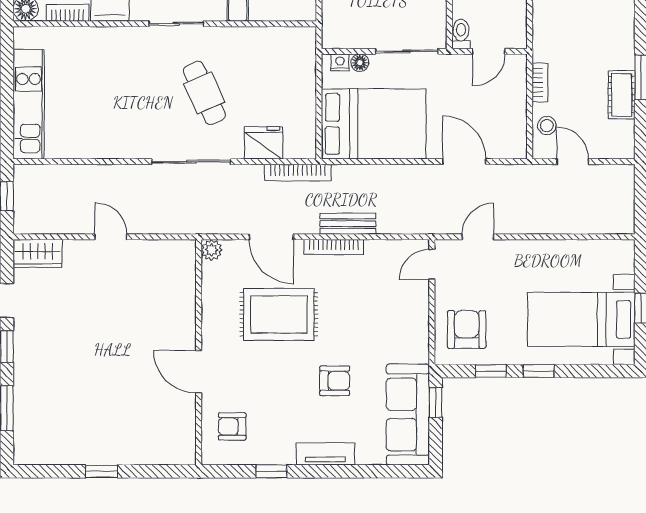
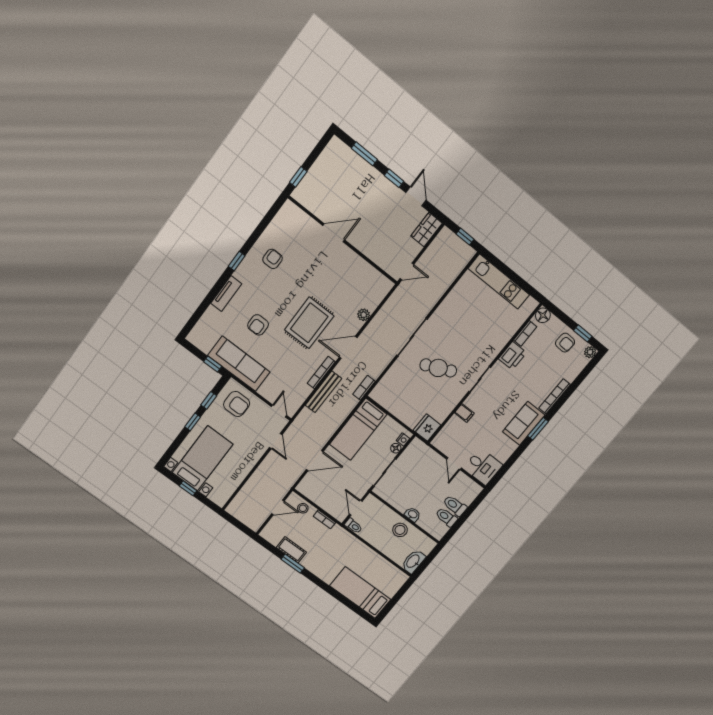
toilet: (461, 34) -> (353, 526), moved
bed: (374, 124) -> (358, 429), width x0.67
fridge: (263, 143) -> (427, 428), moved, turned 180
bookcase: (298, 173) -> (364, 388), width x0.64
bench: (348, 224) -> (323, 392), width x1.36
wall: (199, 352) -> (343, 240), moved
door: (199, 372) -> (334, 233), moved
sofa: (408, 414) -> (239, 364), moved

